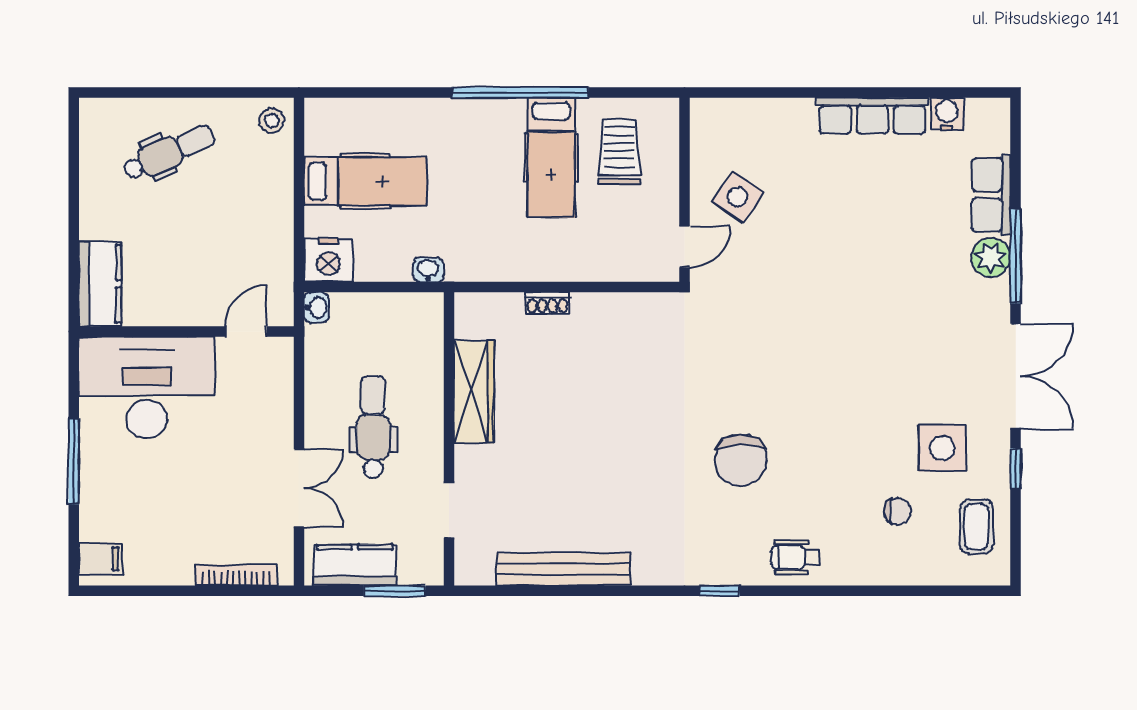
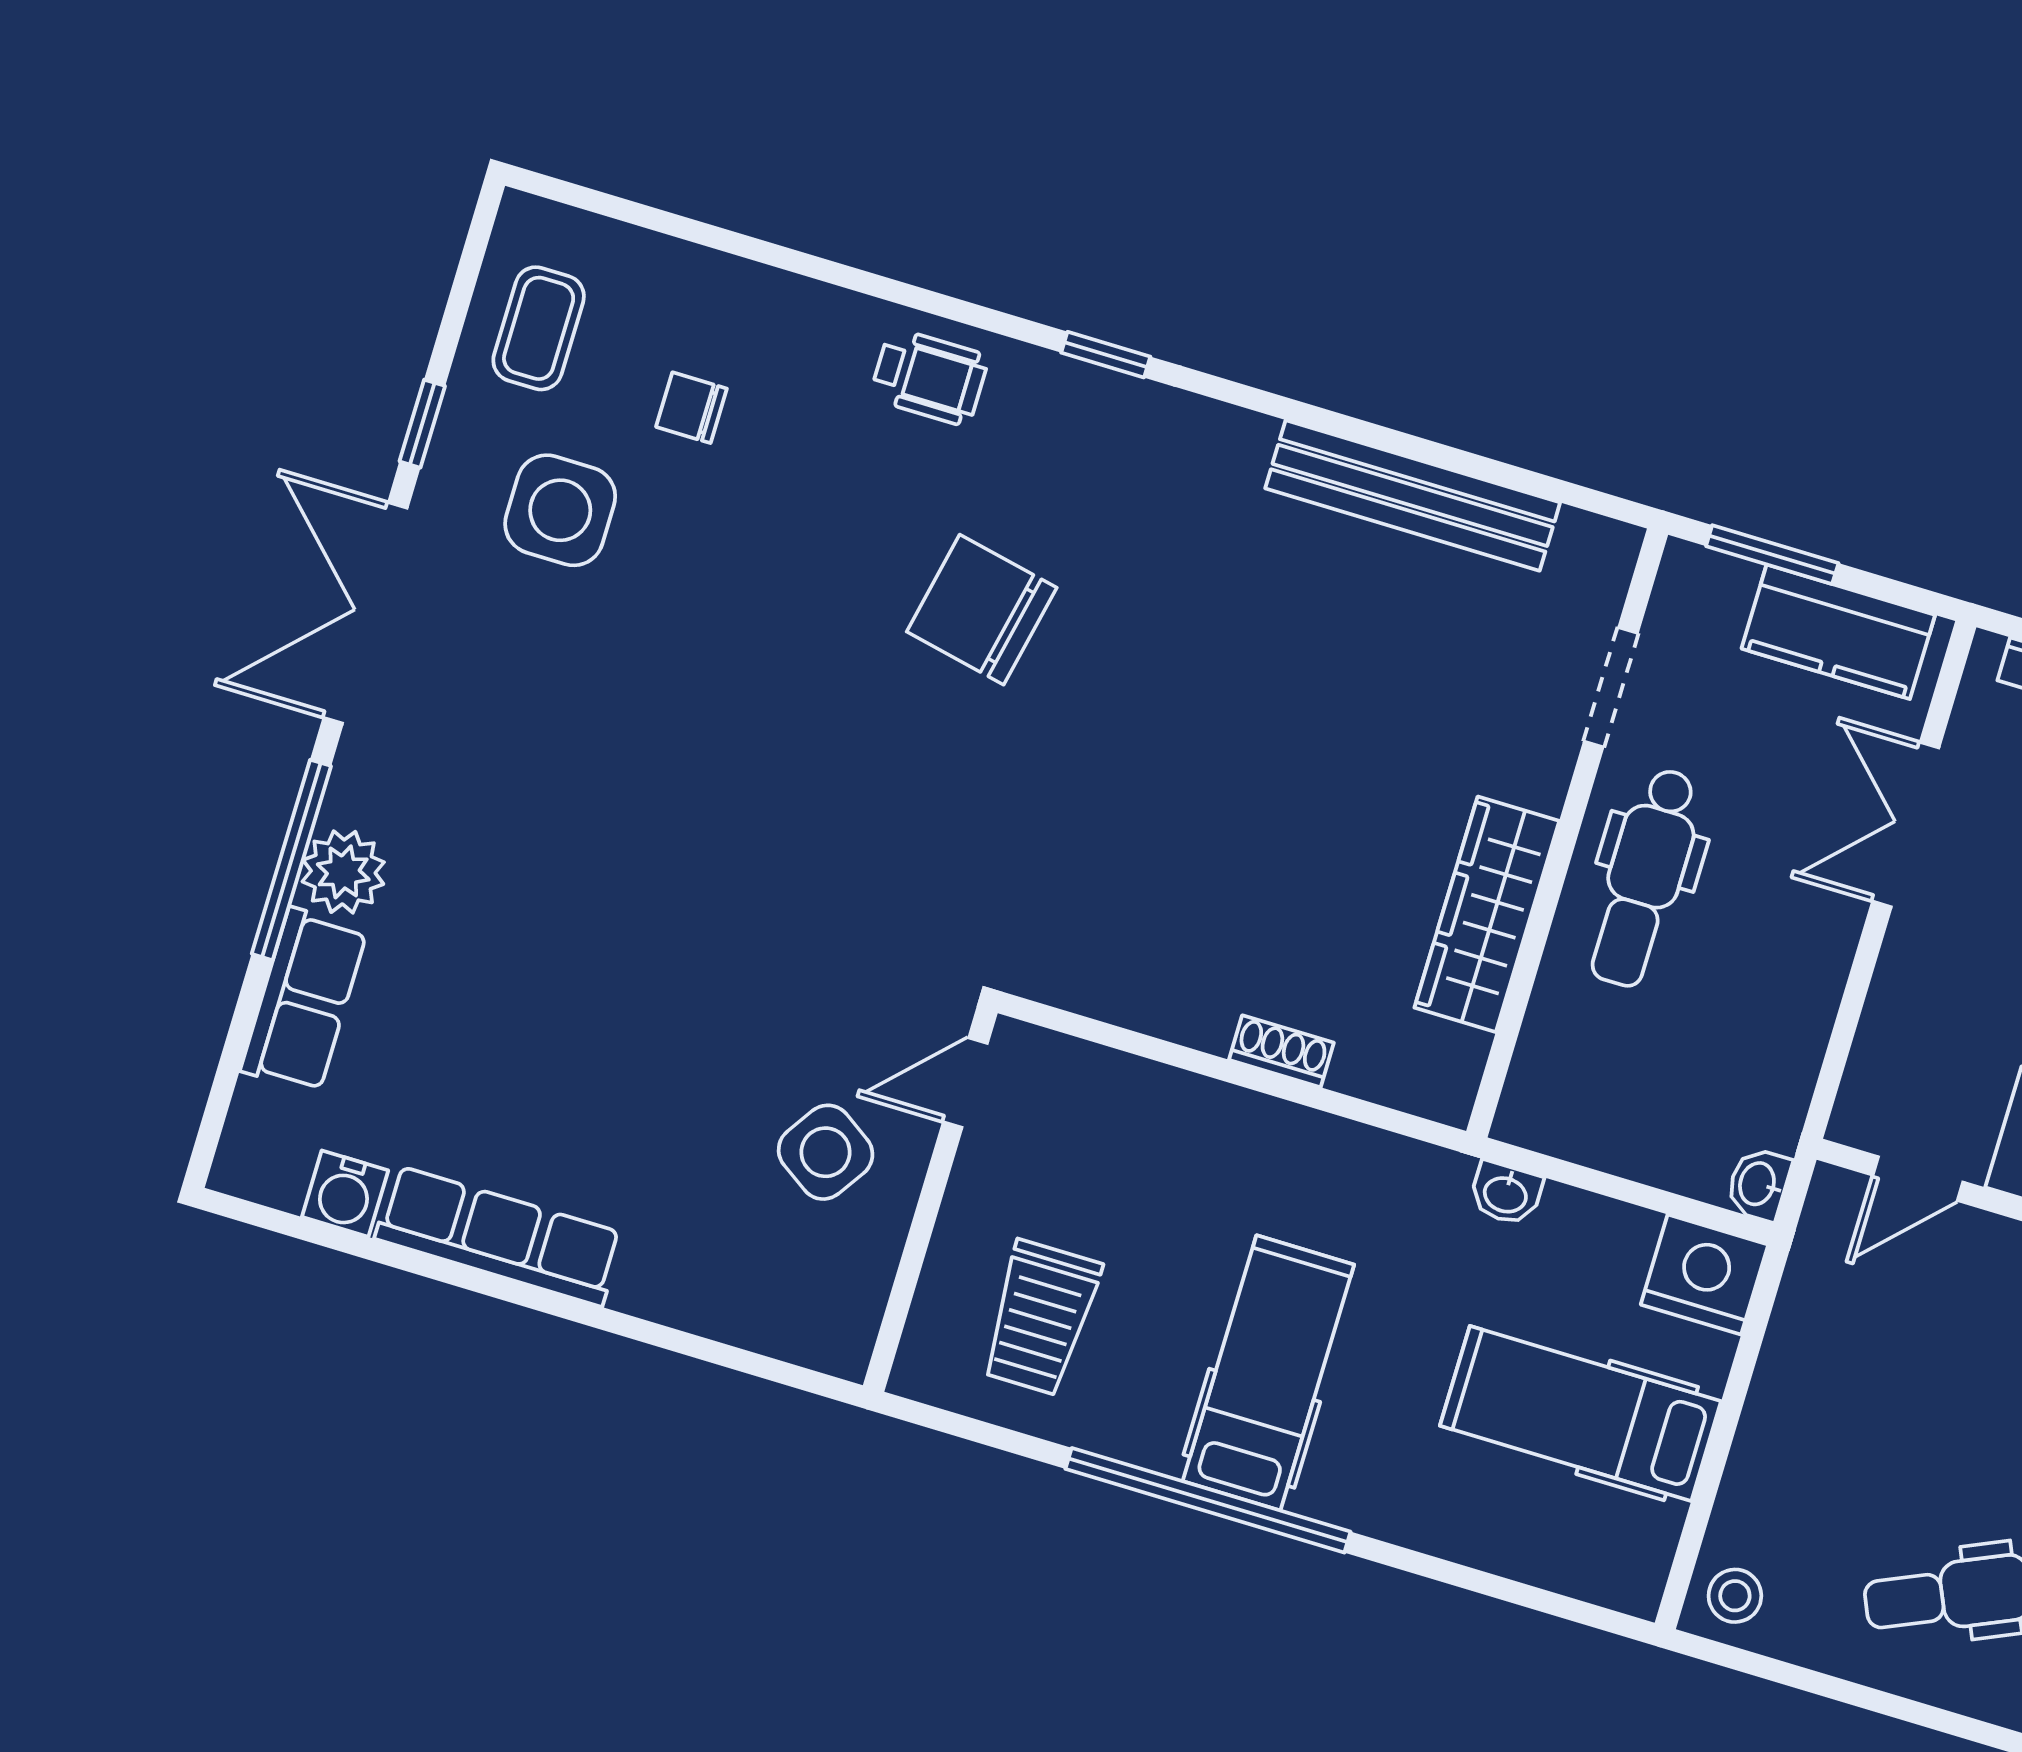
hospital bed: (551, 158) -> (1268, 1373), moved
dental chair: (373, 427) -> (1645, 878), moved
chair: (741, 460) -> (982, 610), turned -78

